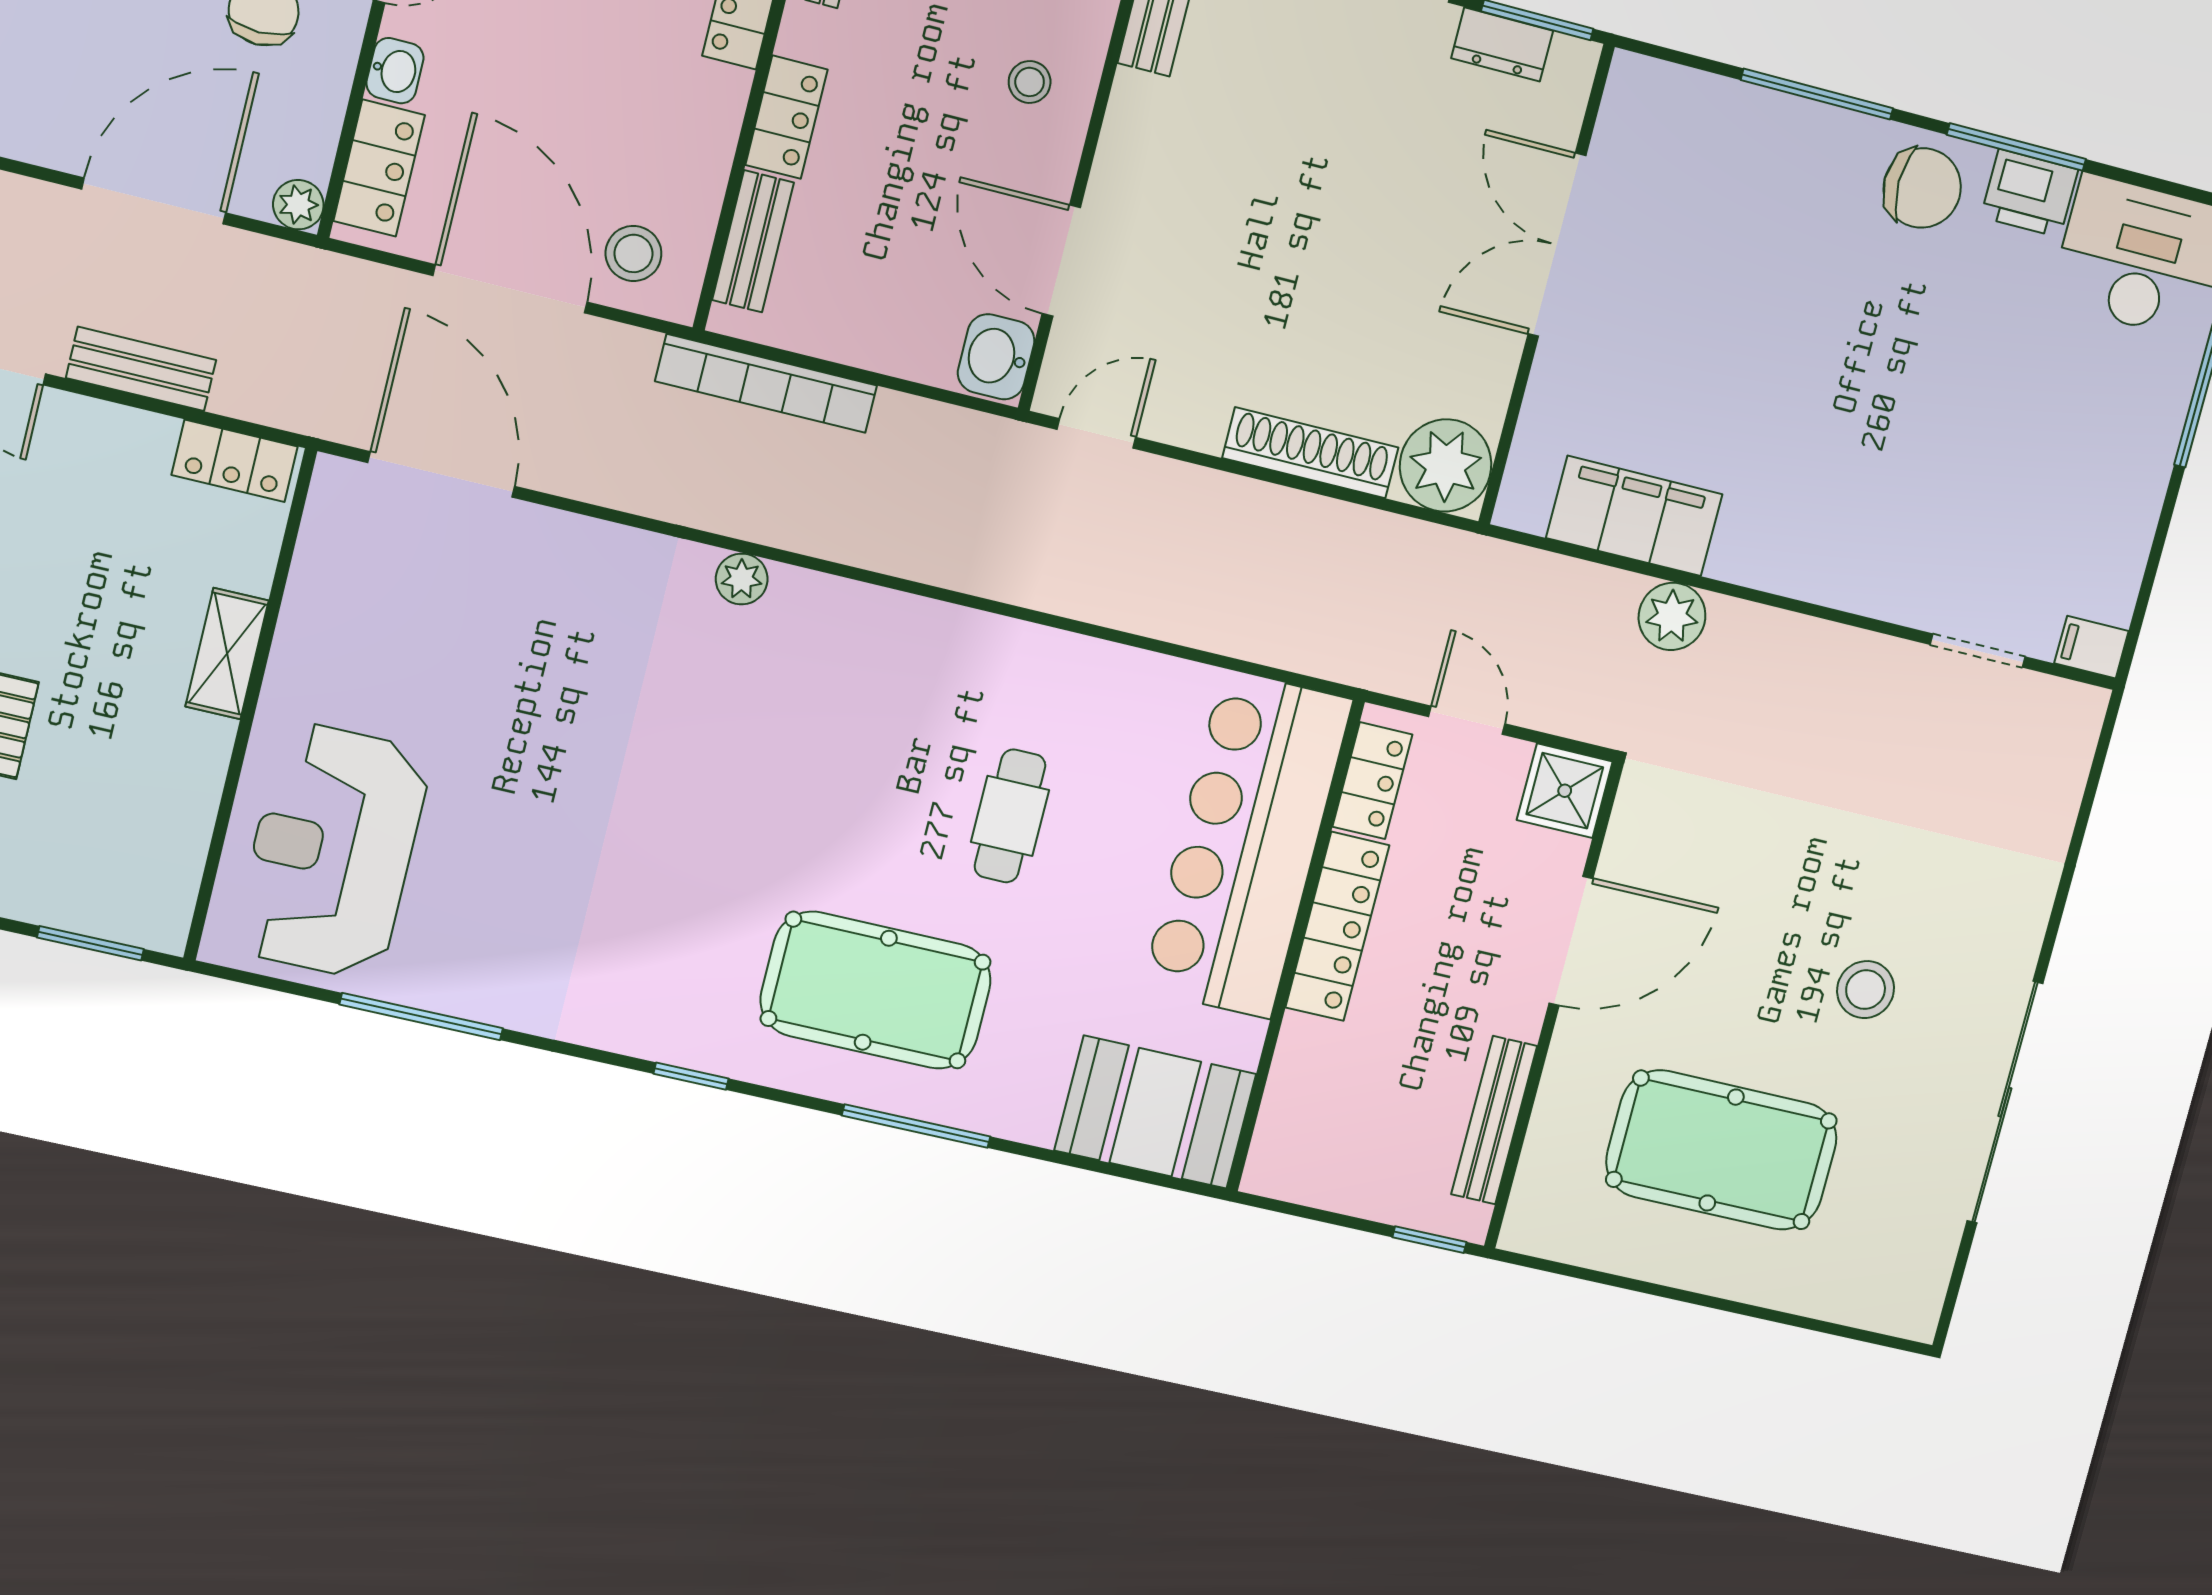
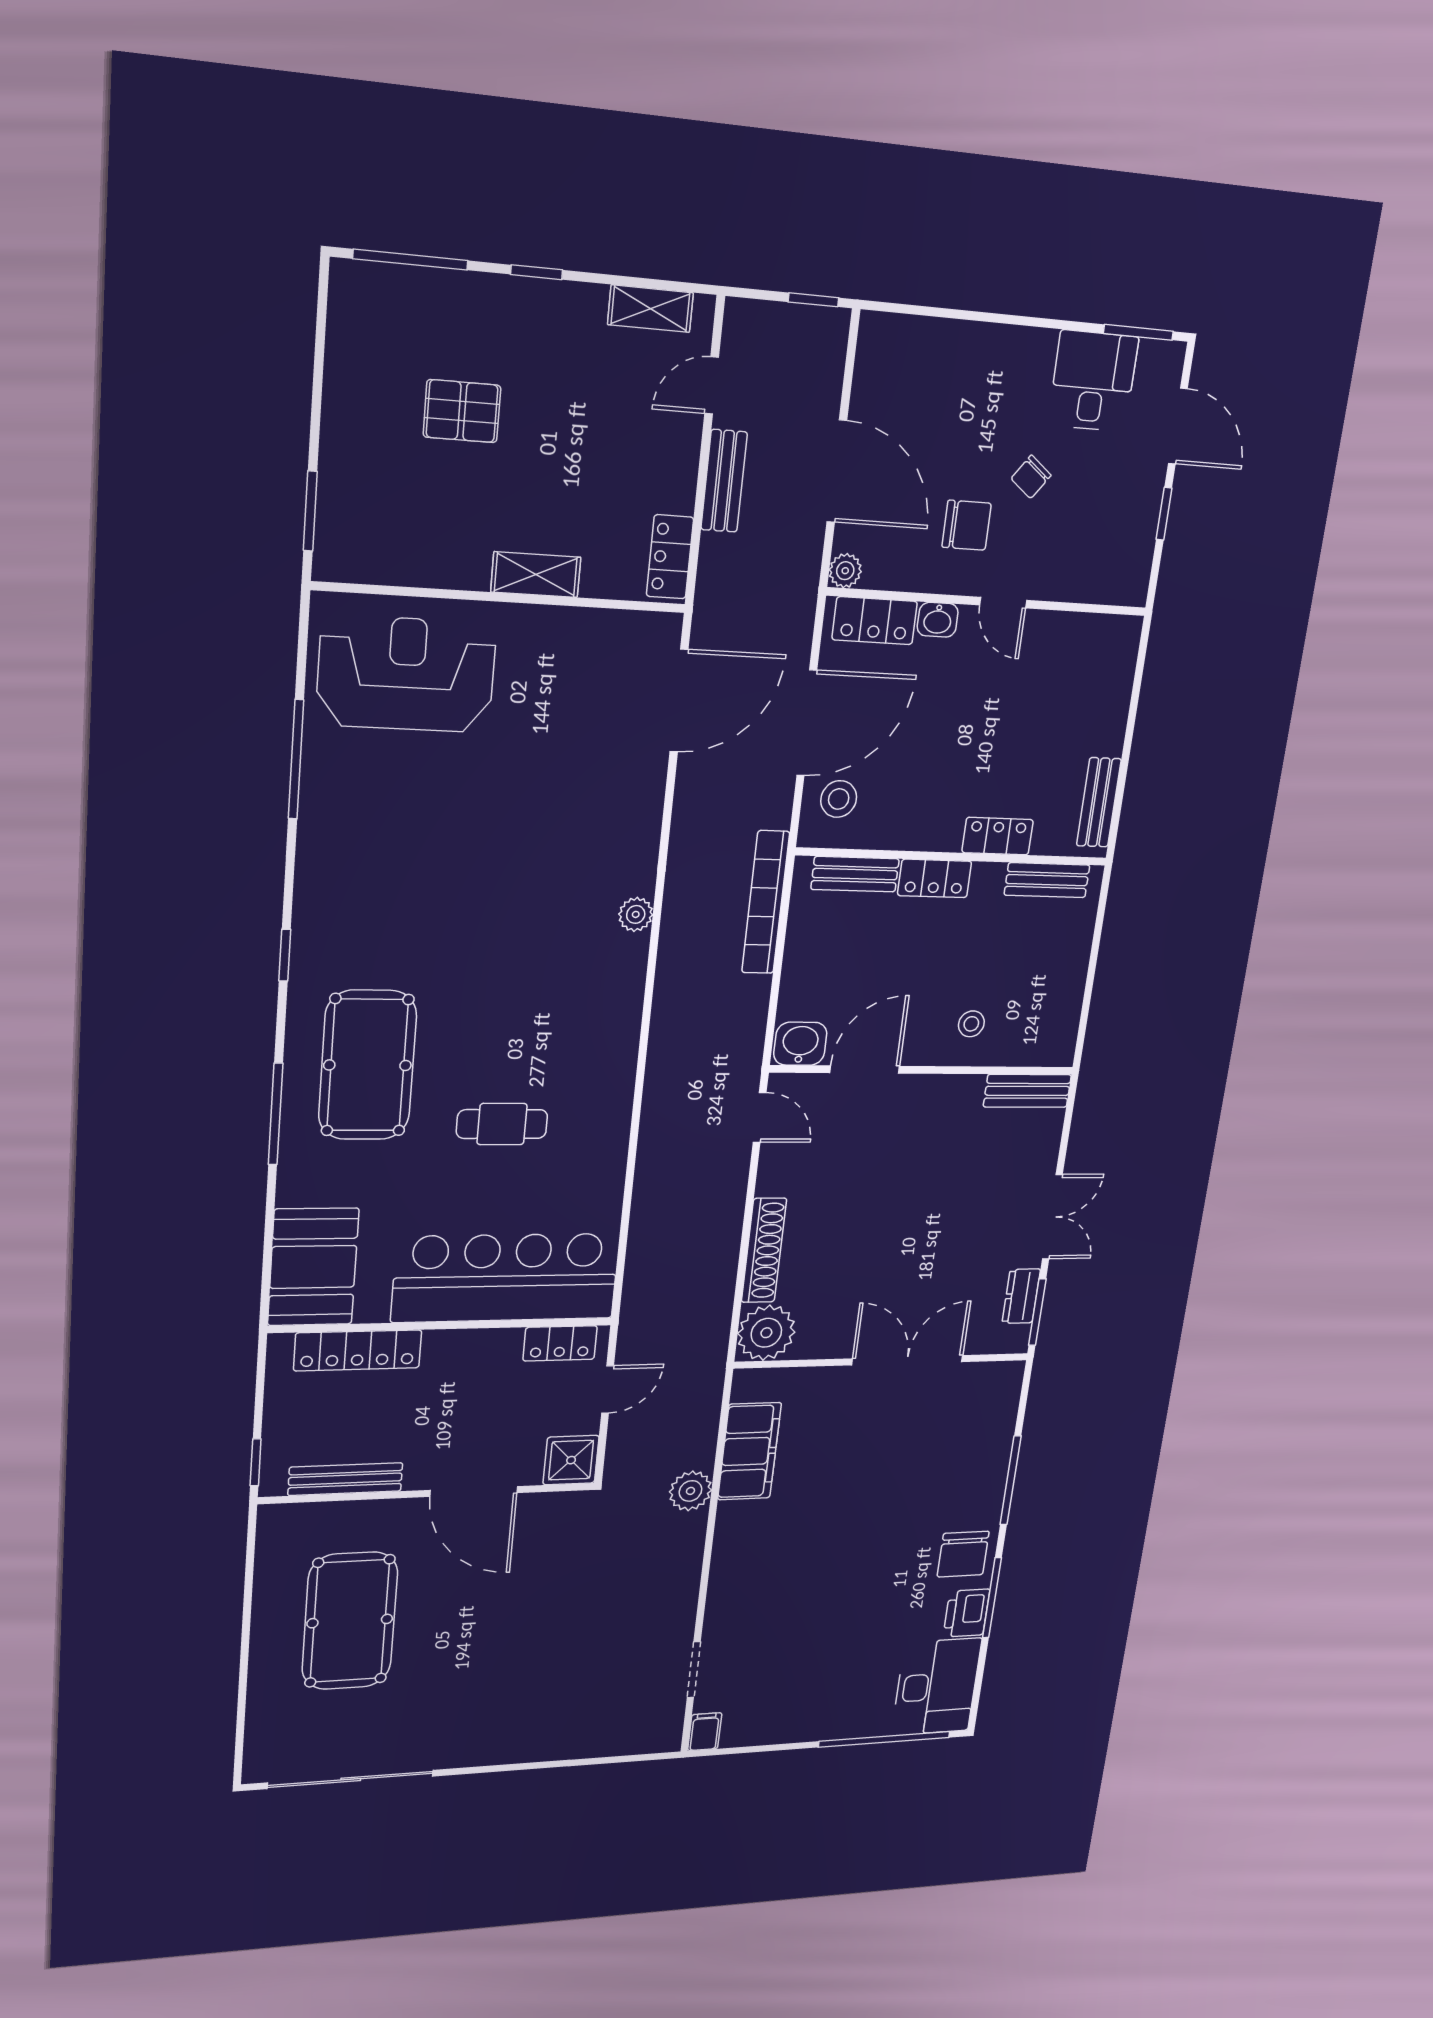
locker: (1337, 926) -> (358, 1350), moved
stool: (1866, 990) -> (471, 1673), removed
sliding door: (2005, 1102) -> (351, 1779), moved

